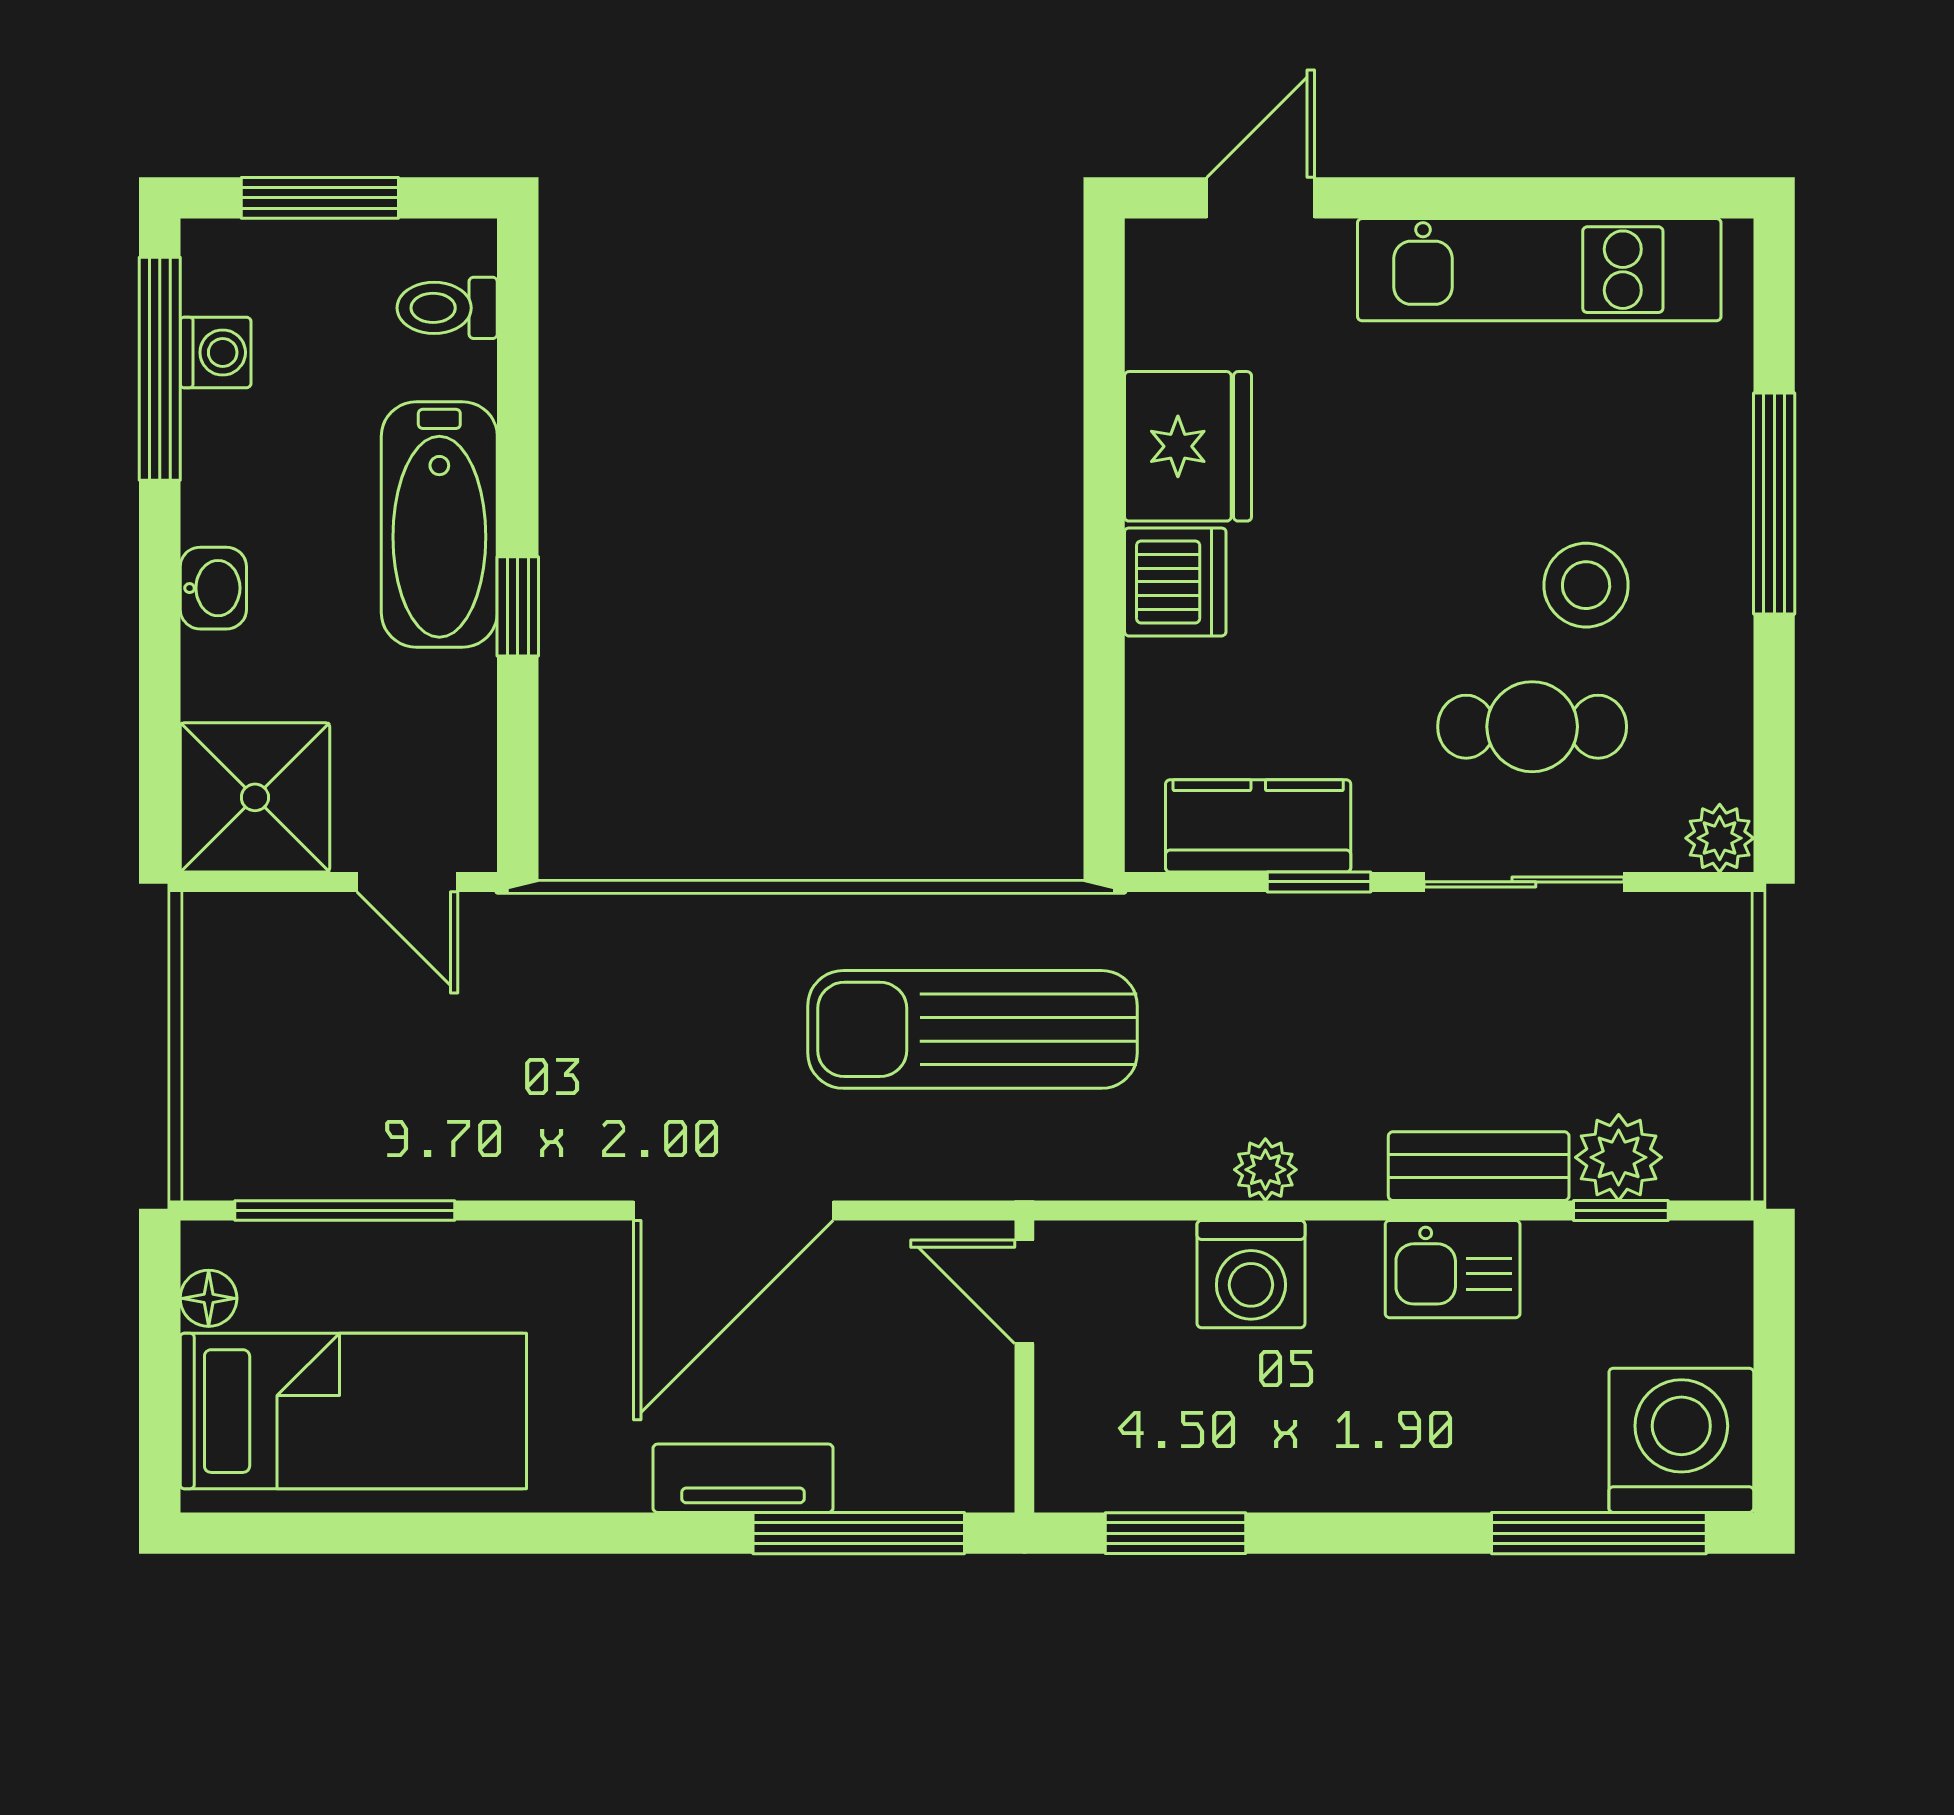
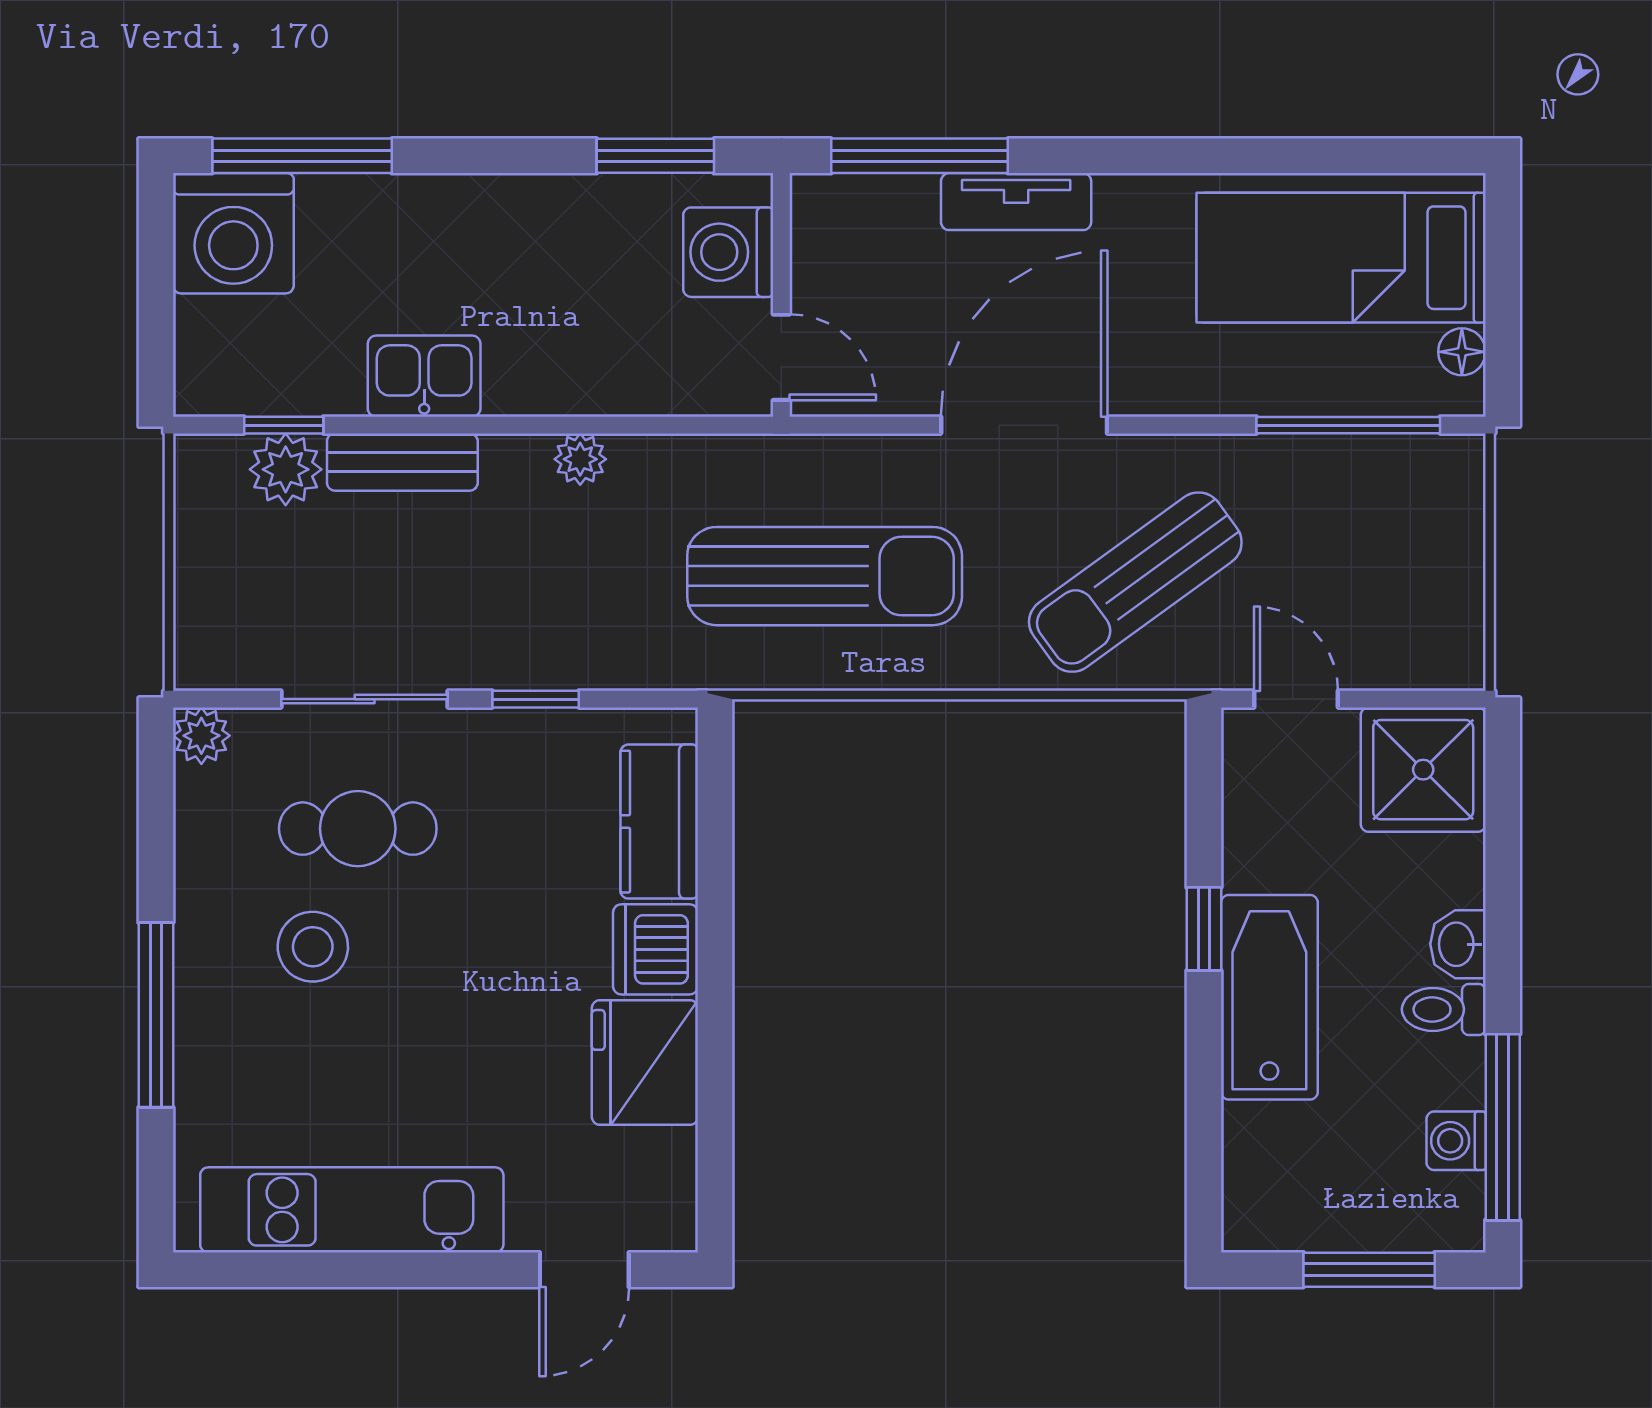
toilet: (447, 308) -> (1444, 1009), moved, turned 180
kitchen counter: (1258, 826) -> (659, 822), moved, turned 90
sun lounger: (600, 1022) -> (1135, 582), added
washing machine: (1251, 1274) -> (728, 252), moved, turned -90

